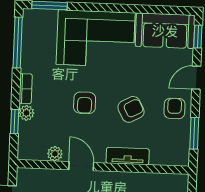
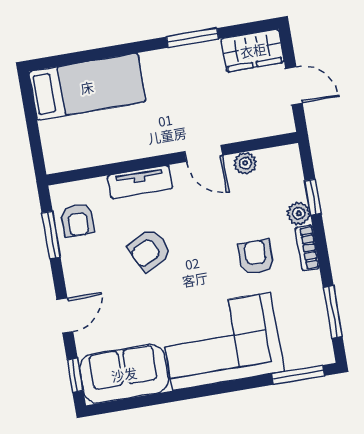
window: (18, 43) -> (333, 312), width x0.69
armchair: (85, 103) -> (256, 257), moved
armchair: (175, 108) -> (78, 220), moved

